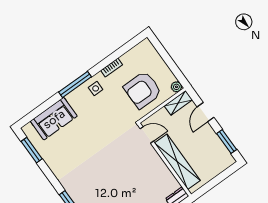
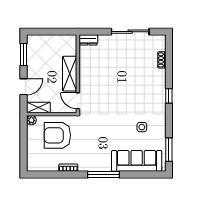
side table: (96, 88) -> (142, 127), moved
armchair: (143, 90) -> (57, 135), turned 180
sofa: (54, 119) -> (137, 161), width x1.36
shelving: (177, 162) -> (70, 74), width x0.68

